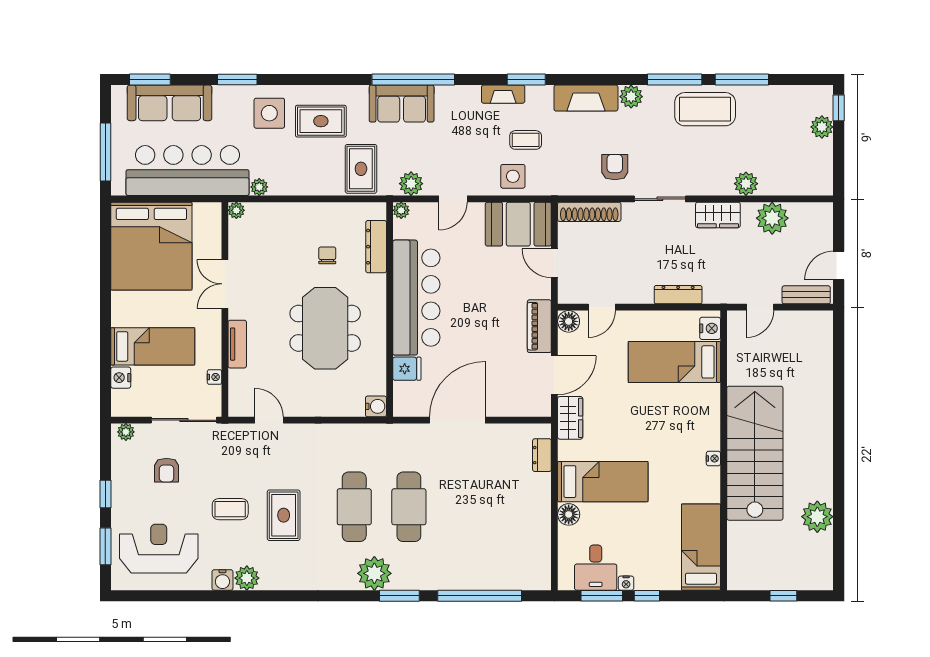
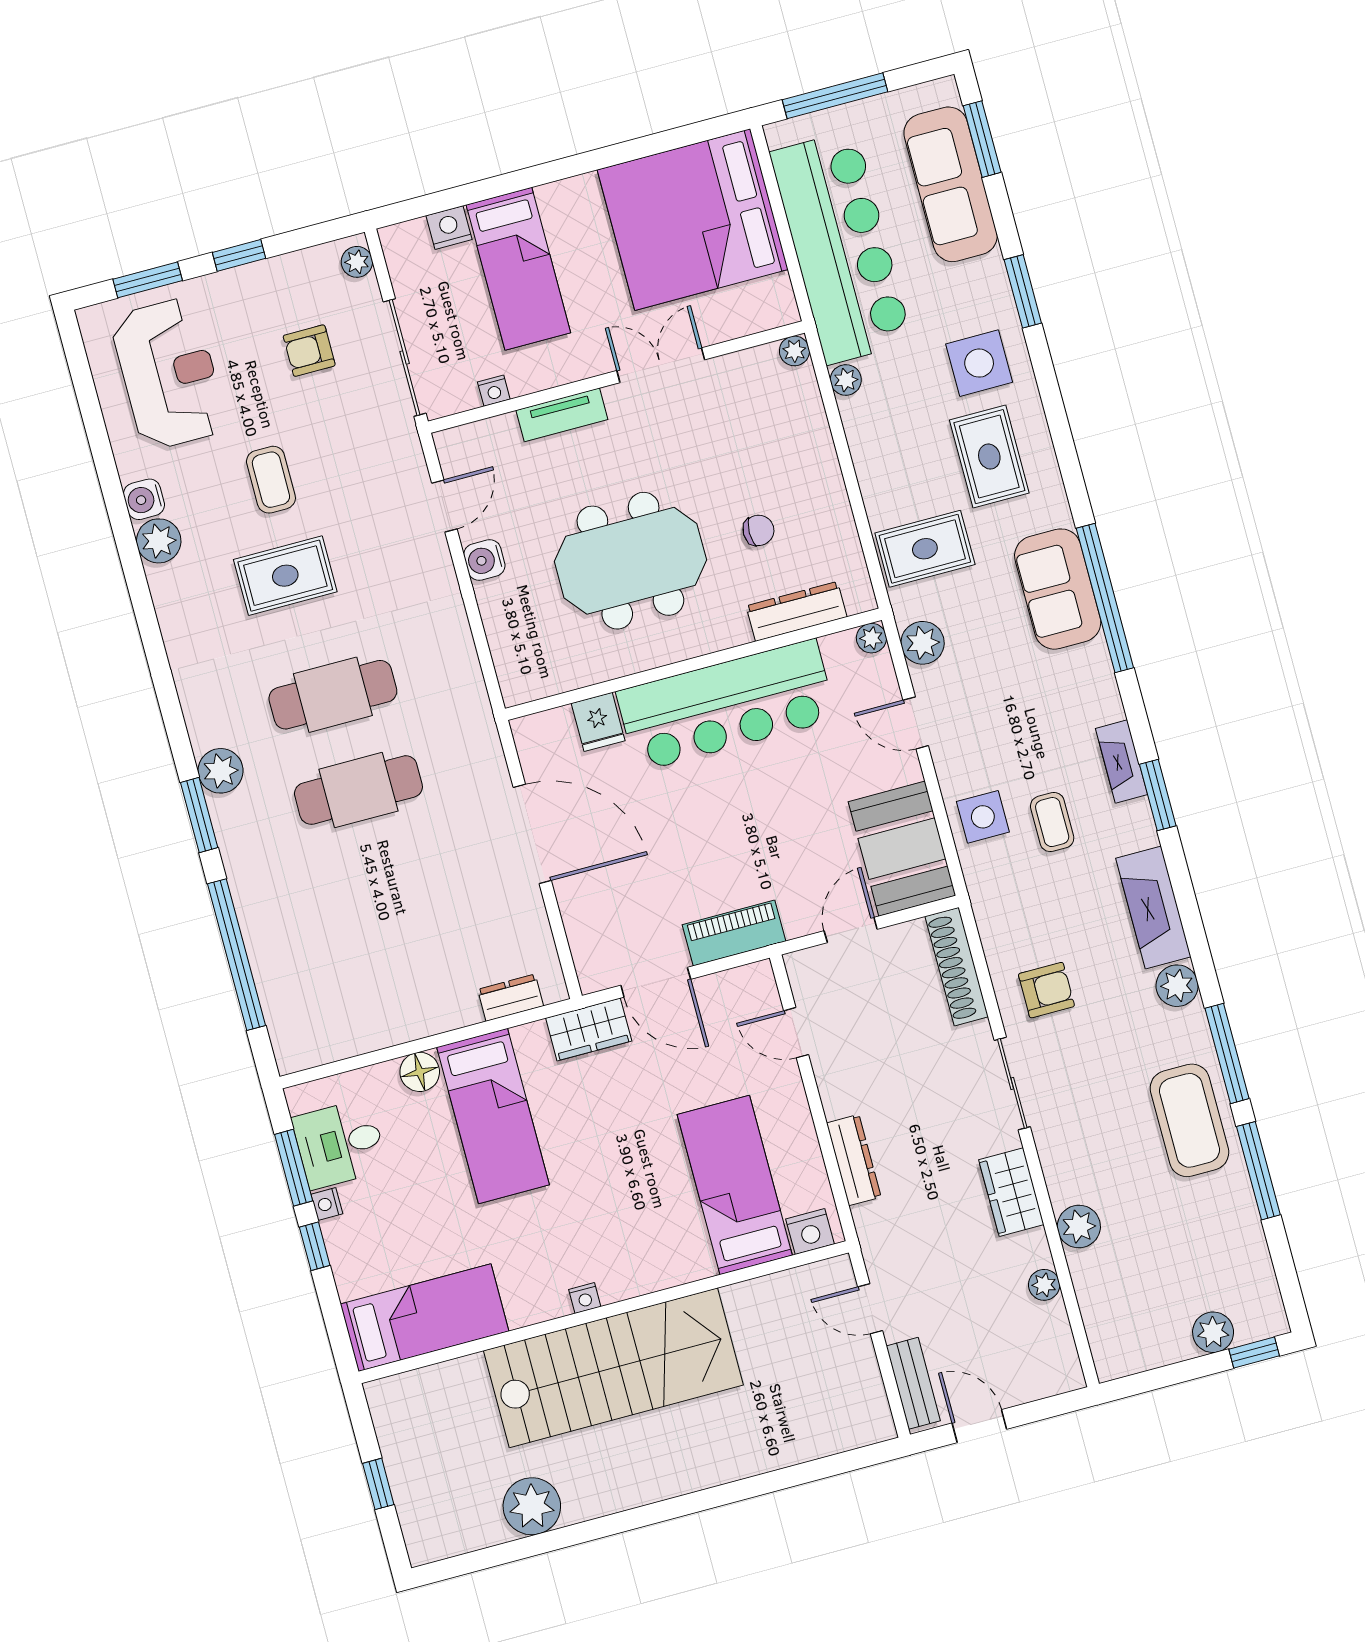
plant: (772, 218) -> (1044, 1285), width x0.53, depth x0.53
floor lamp: (569, 321) -> (756, 982), removed
water cooler: (376, 406) -> (484, 560), moved, turned 90
plant: (374, 573) -> (221, 771), width x0.73, depth x0.73

